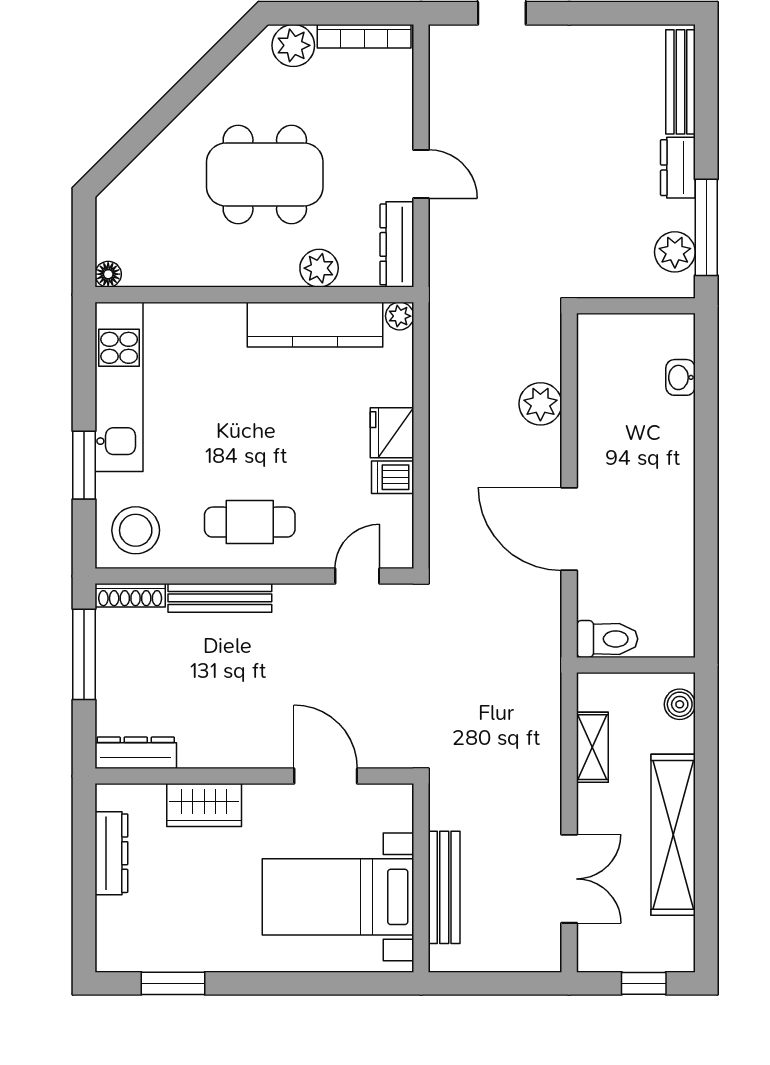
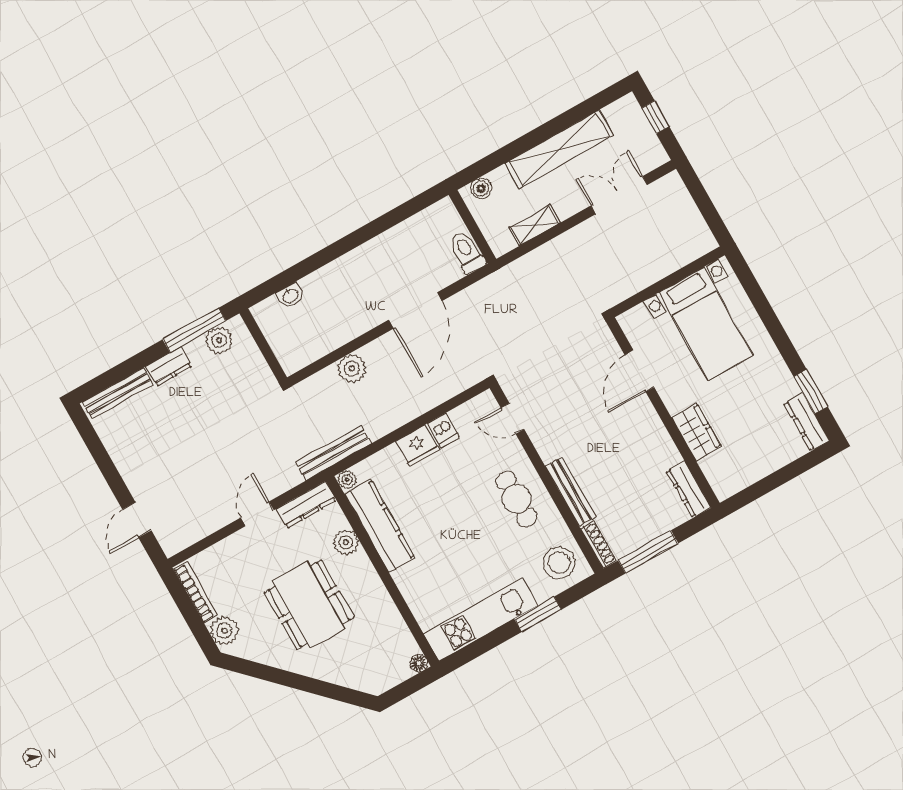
dresser: (111, 853) -> (807, 422), moved, turned -90
bench: (444, 887) -> (334, 453), moved

